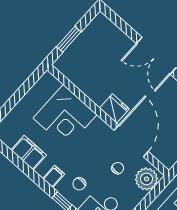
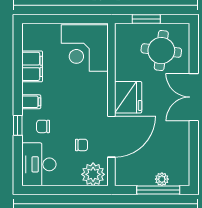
round table: (101, 49) -> (161, 51), added
fridge: (114, 108) -> (128, 97), width x1.36, depth x1.34
corner desk: (65, 116) -> (85, 48), moved

